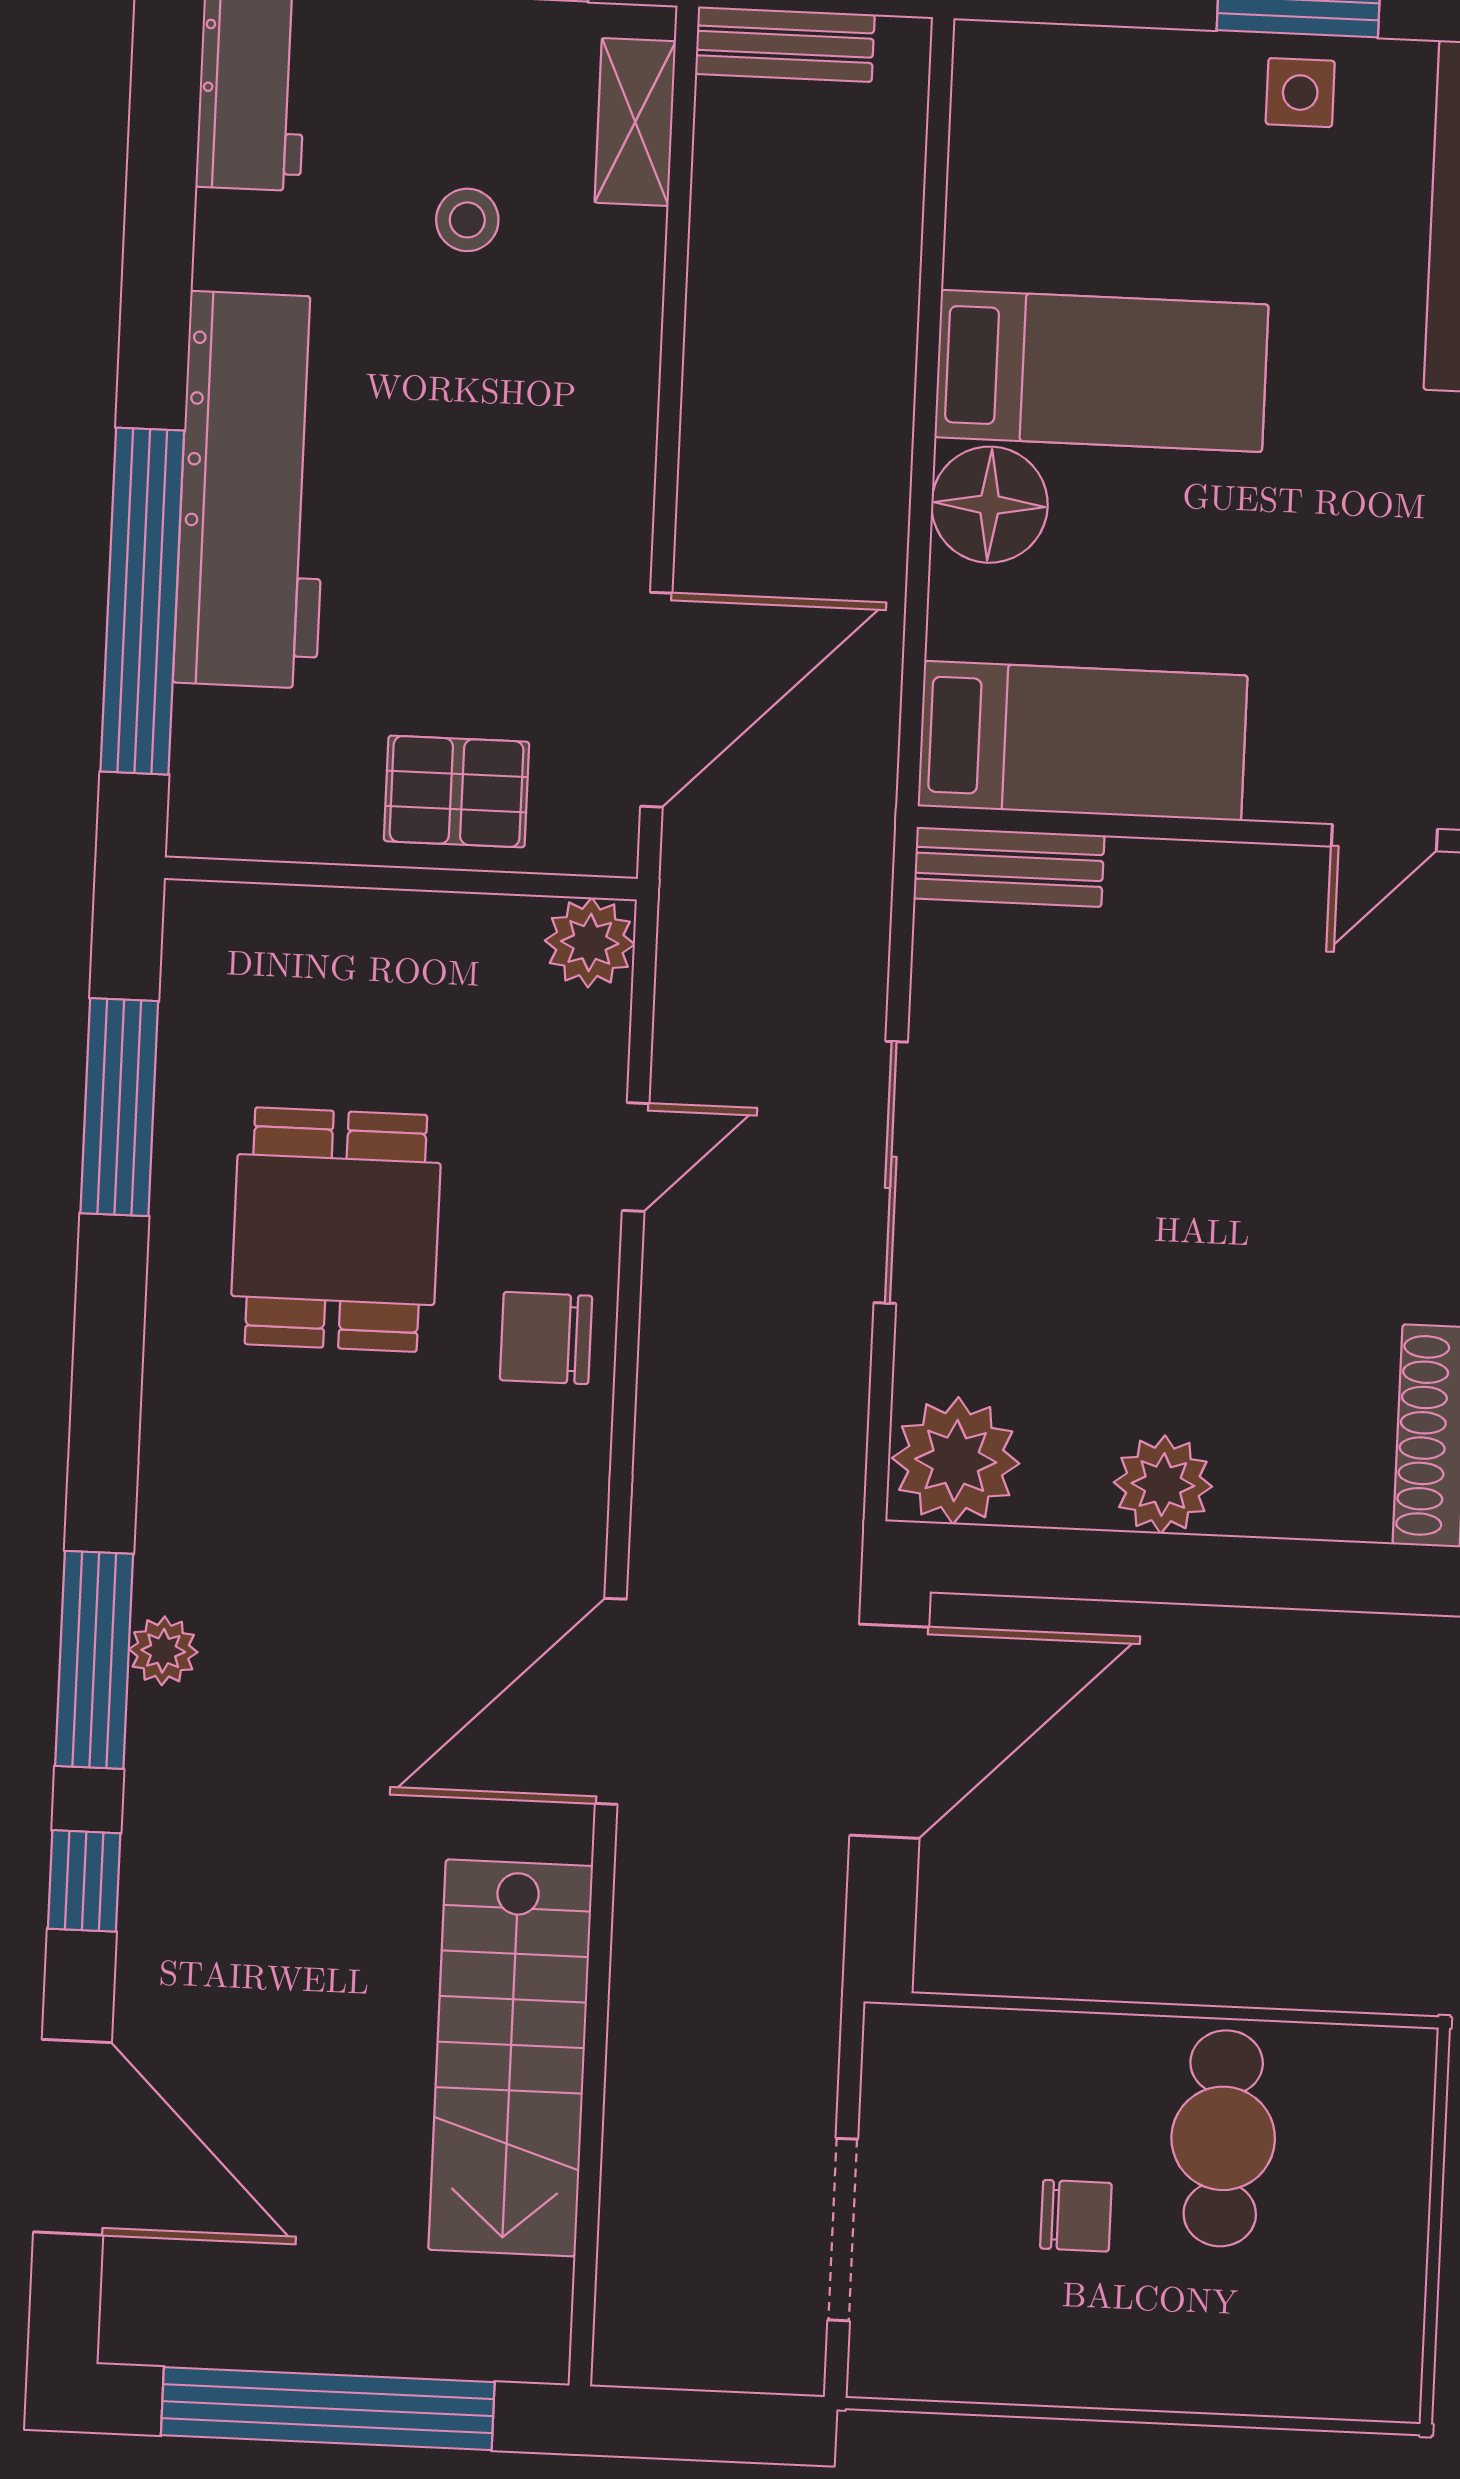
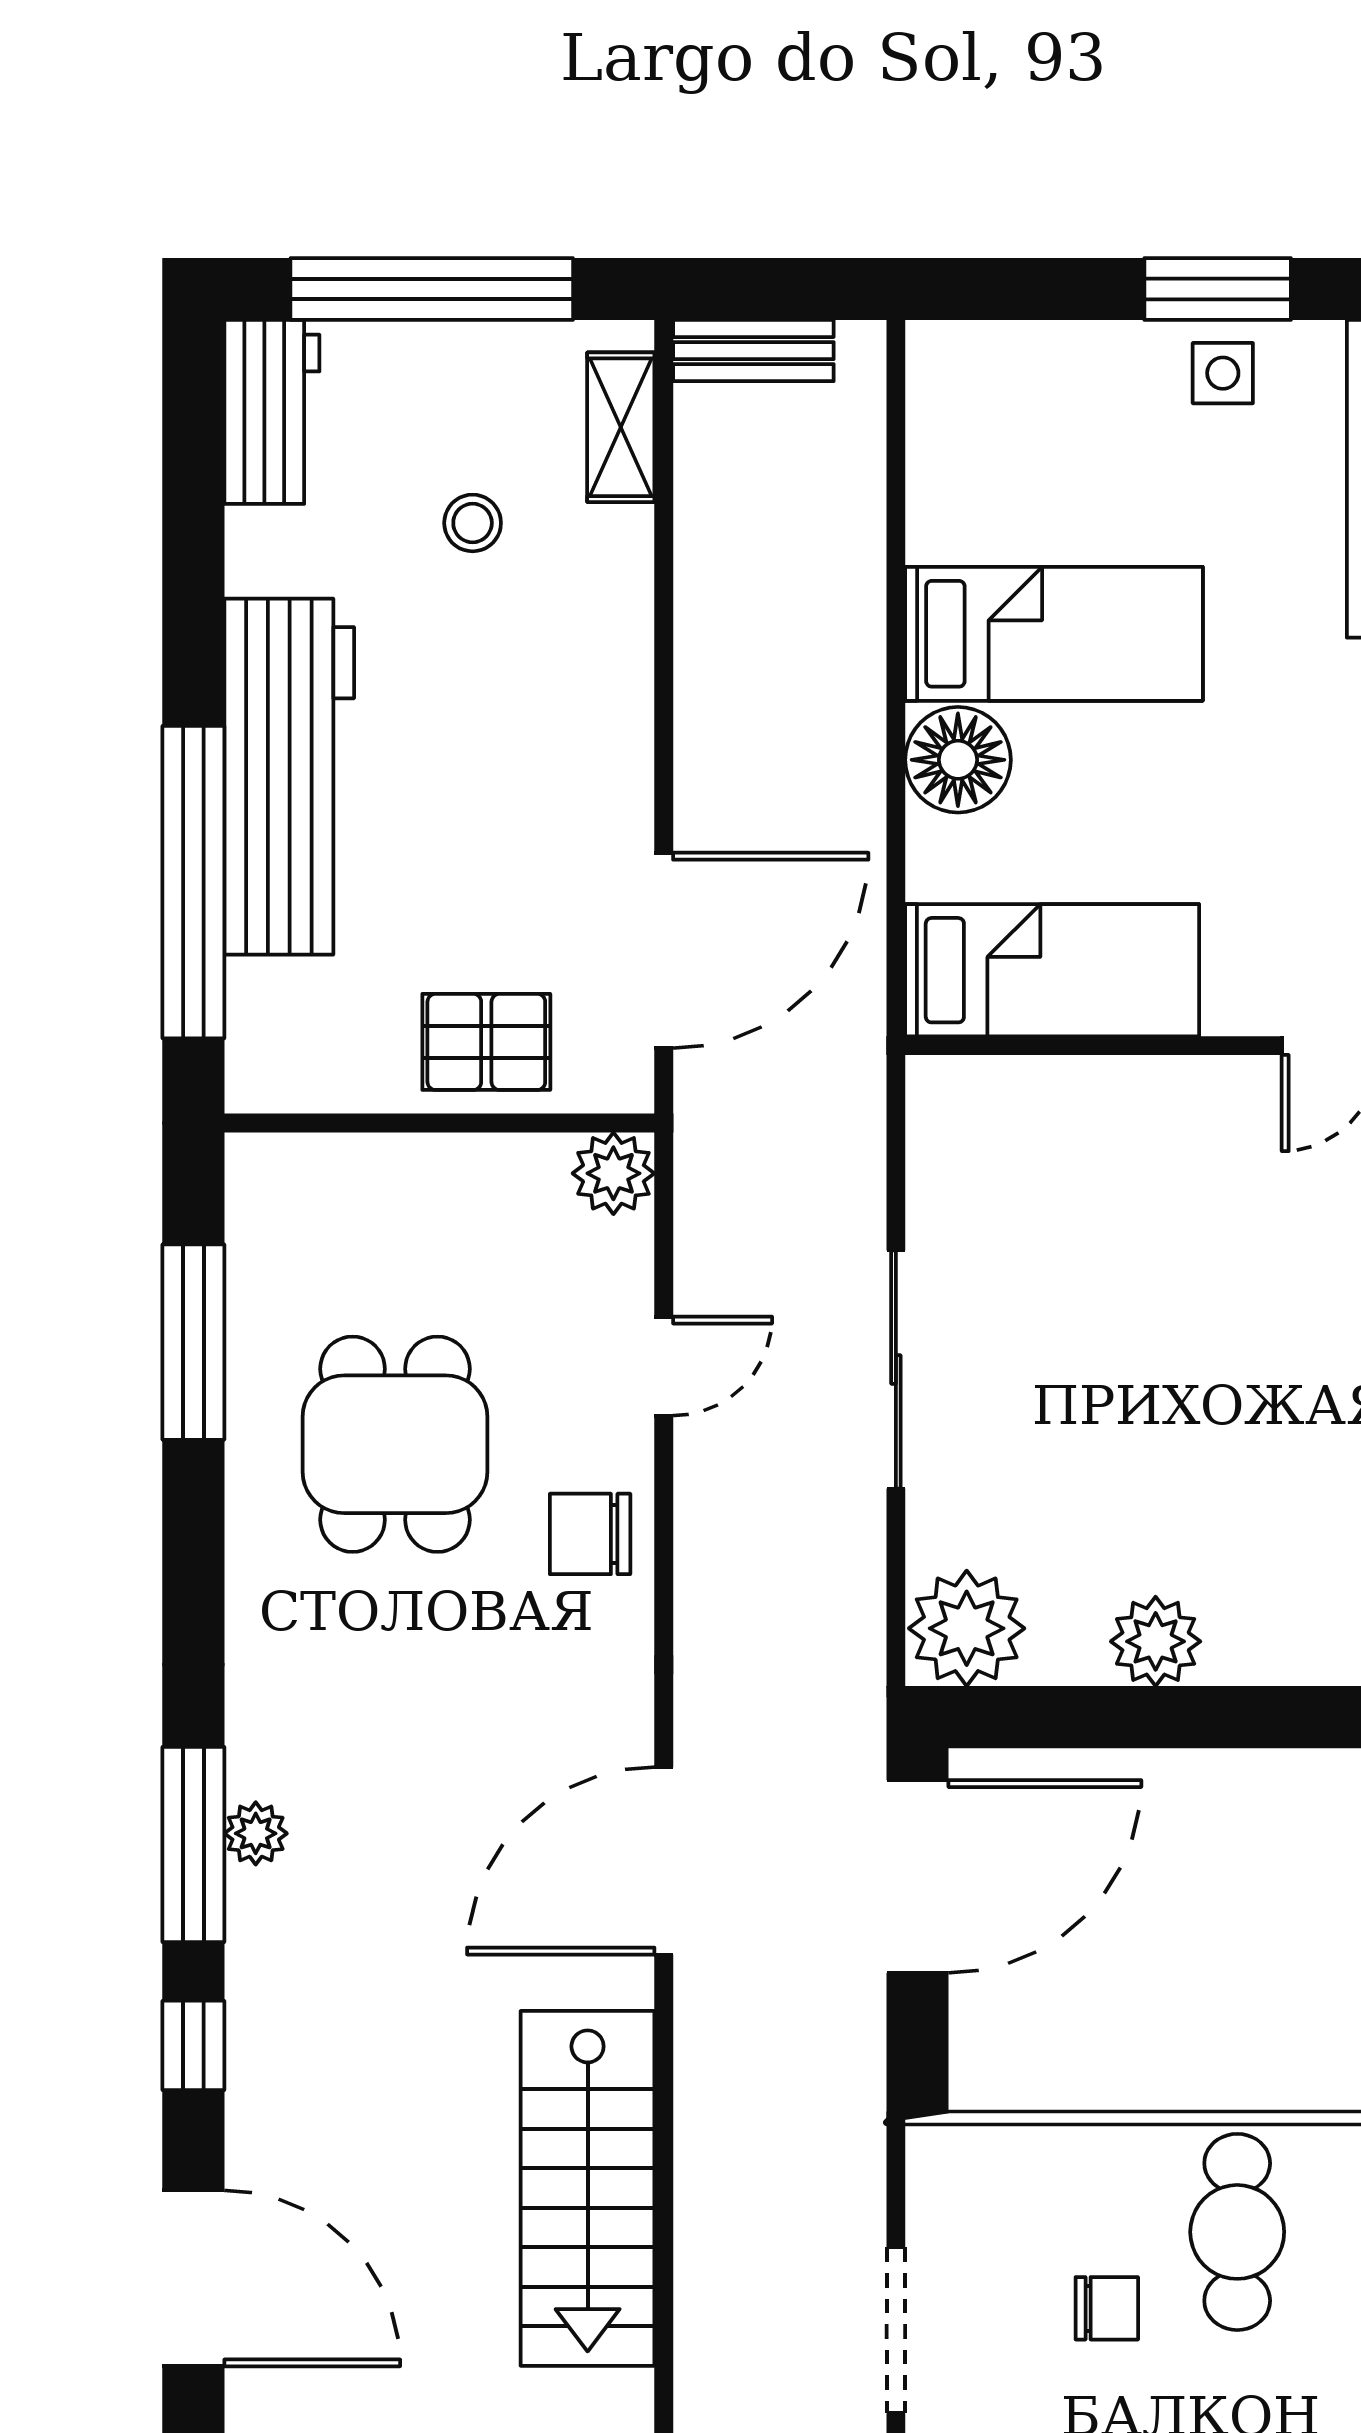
bench: (1009, 867) -> (991, 1088), removed

